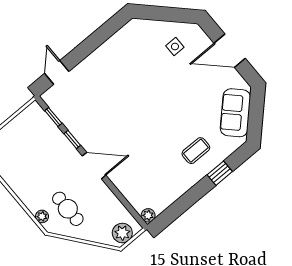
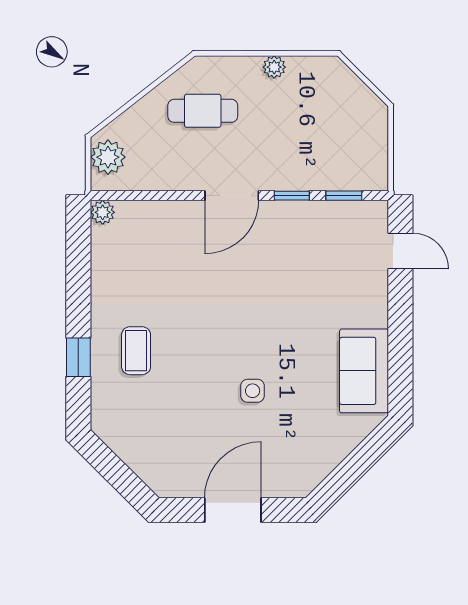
side table: (175, 47) -> (253, 391), moved
sofa: (235, 113) -> (364, 371), moved, turned -135
plant: (42, 216) -> (274, 67), moved

